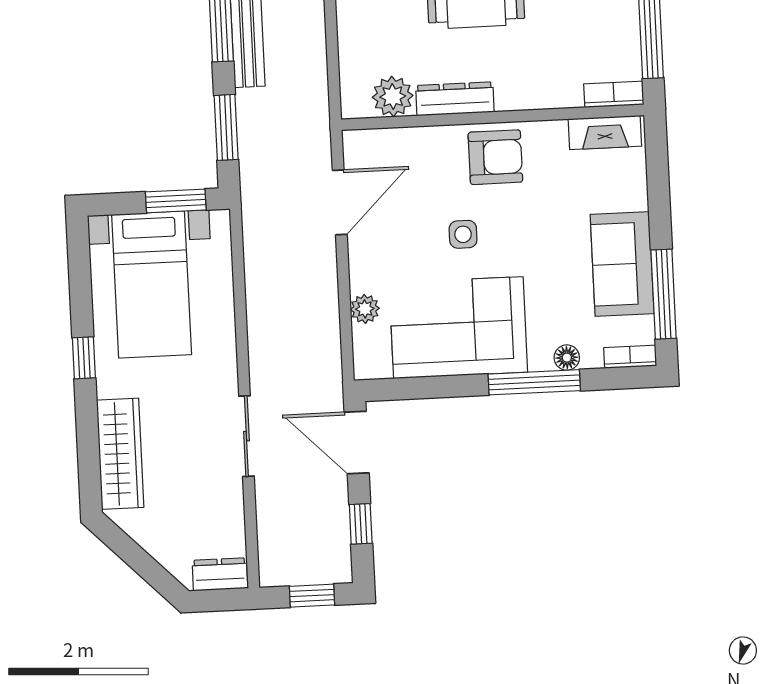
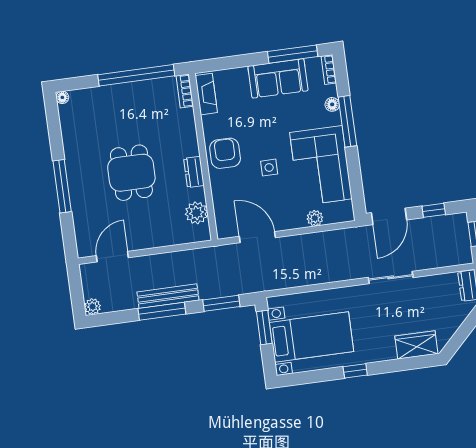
dresser: (455, 99) -> (194, 172), width x0.70
wardrobe: (120, 454) -> (416, 345), width x0.67

